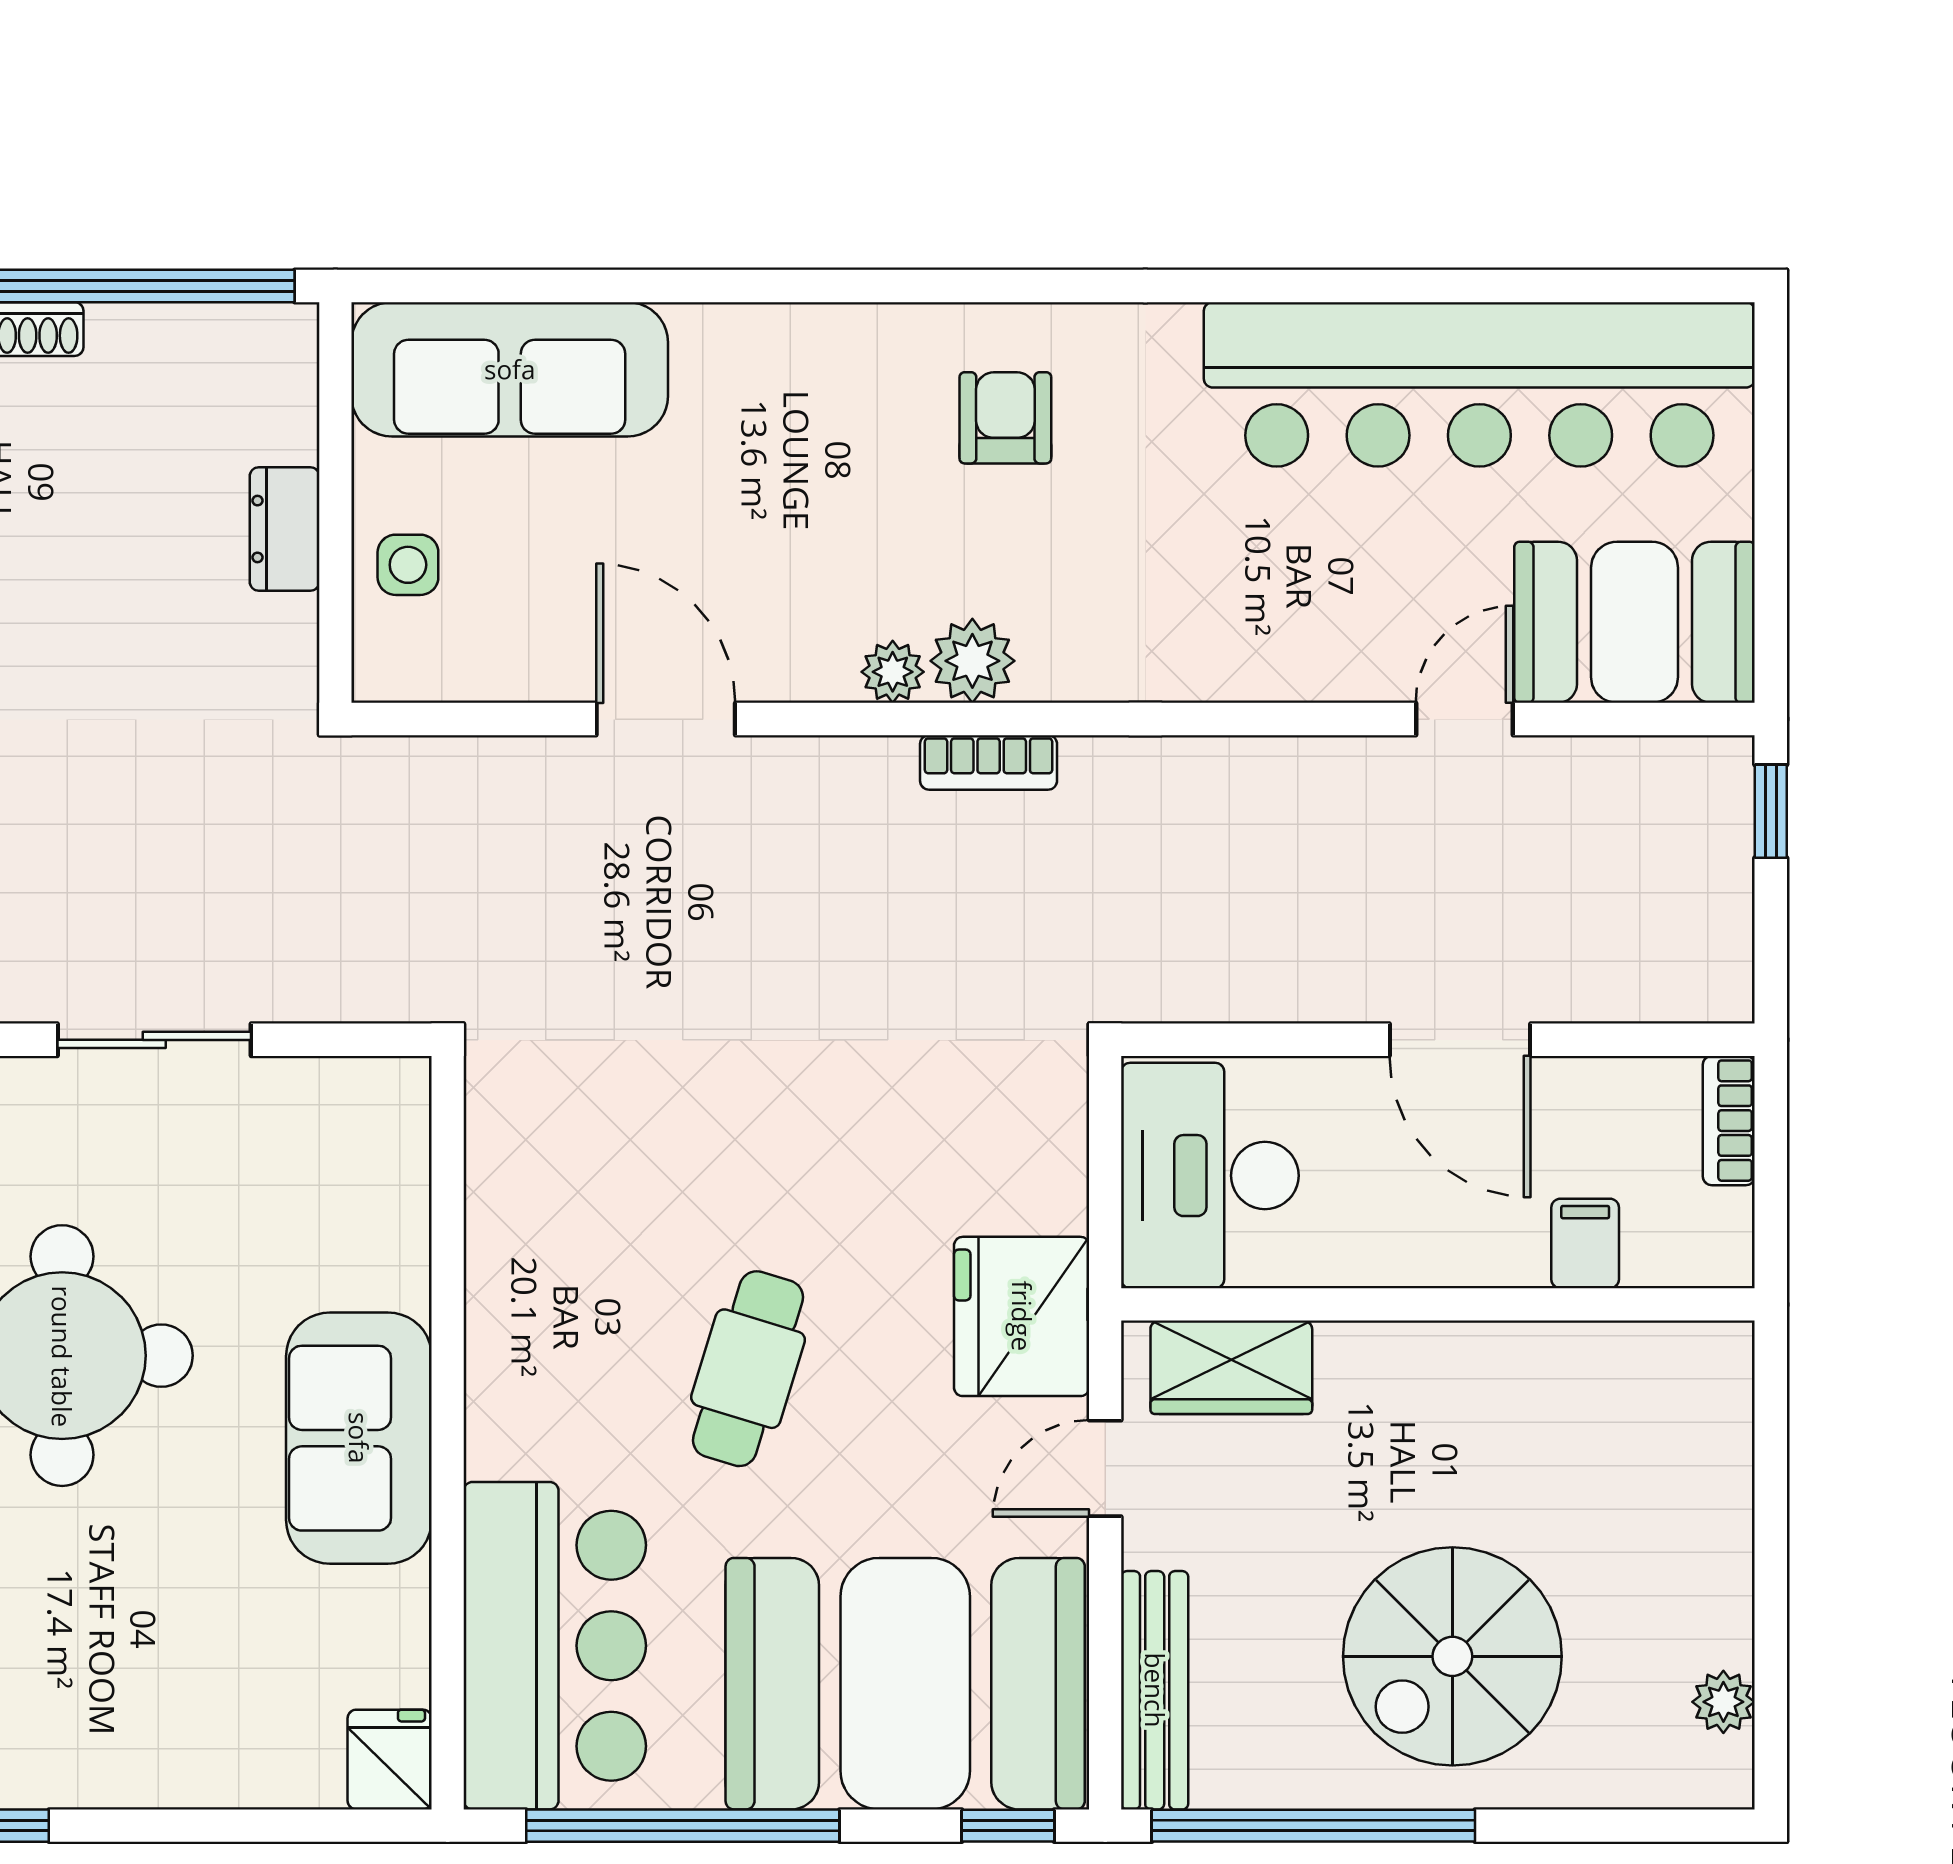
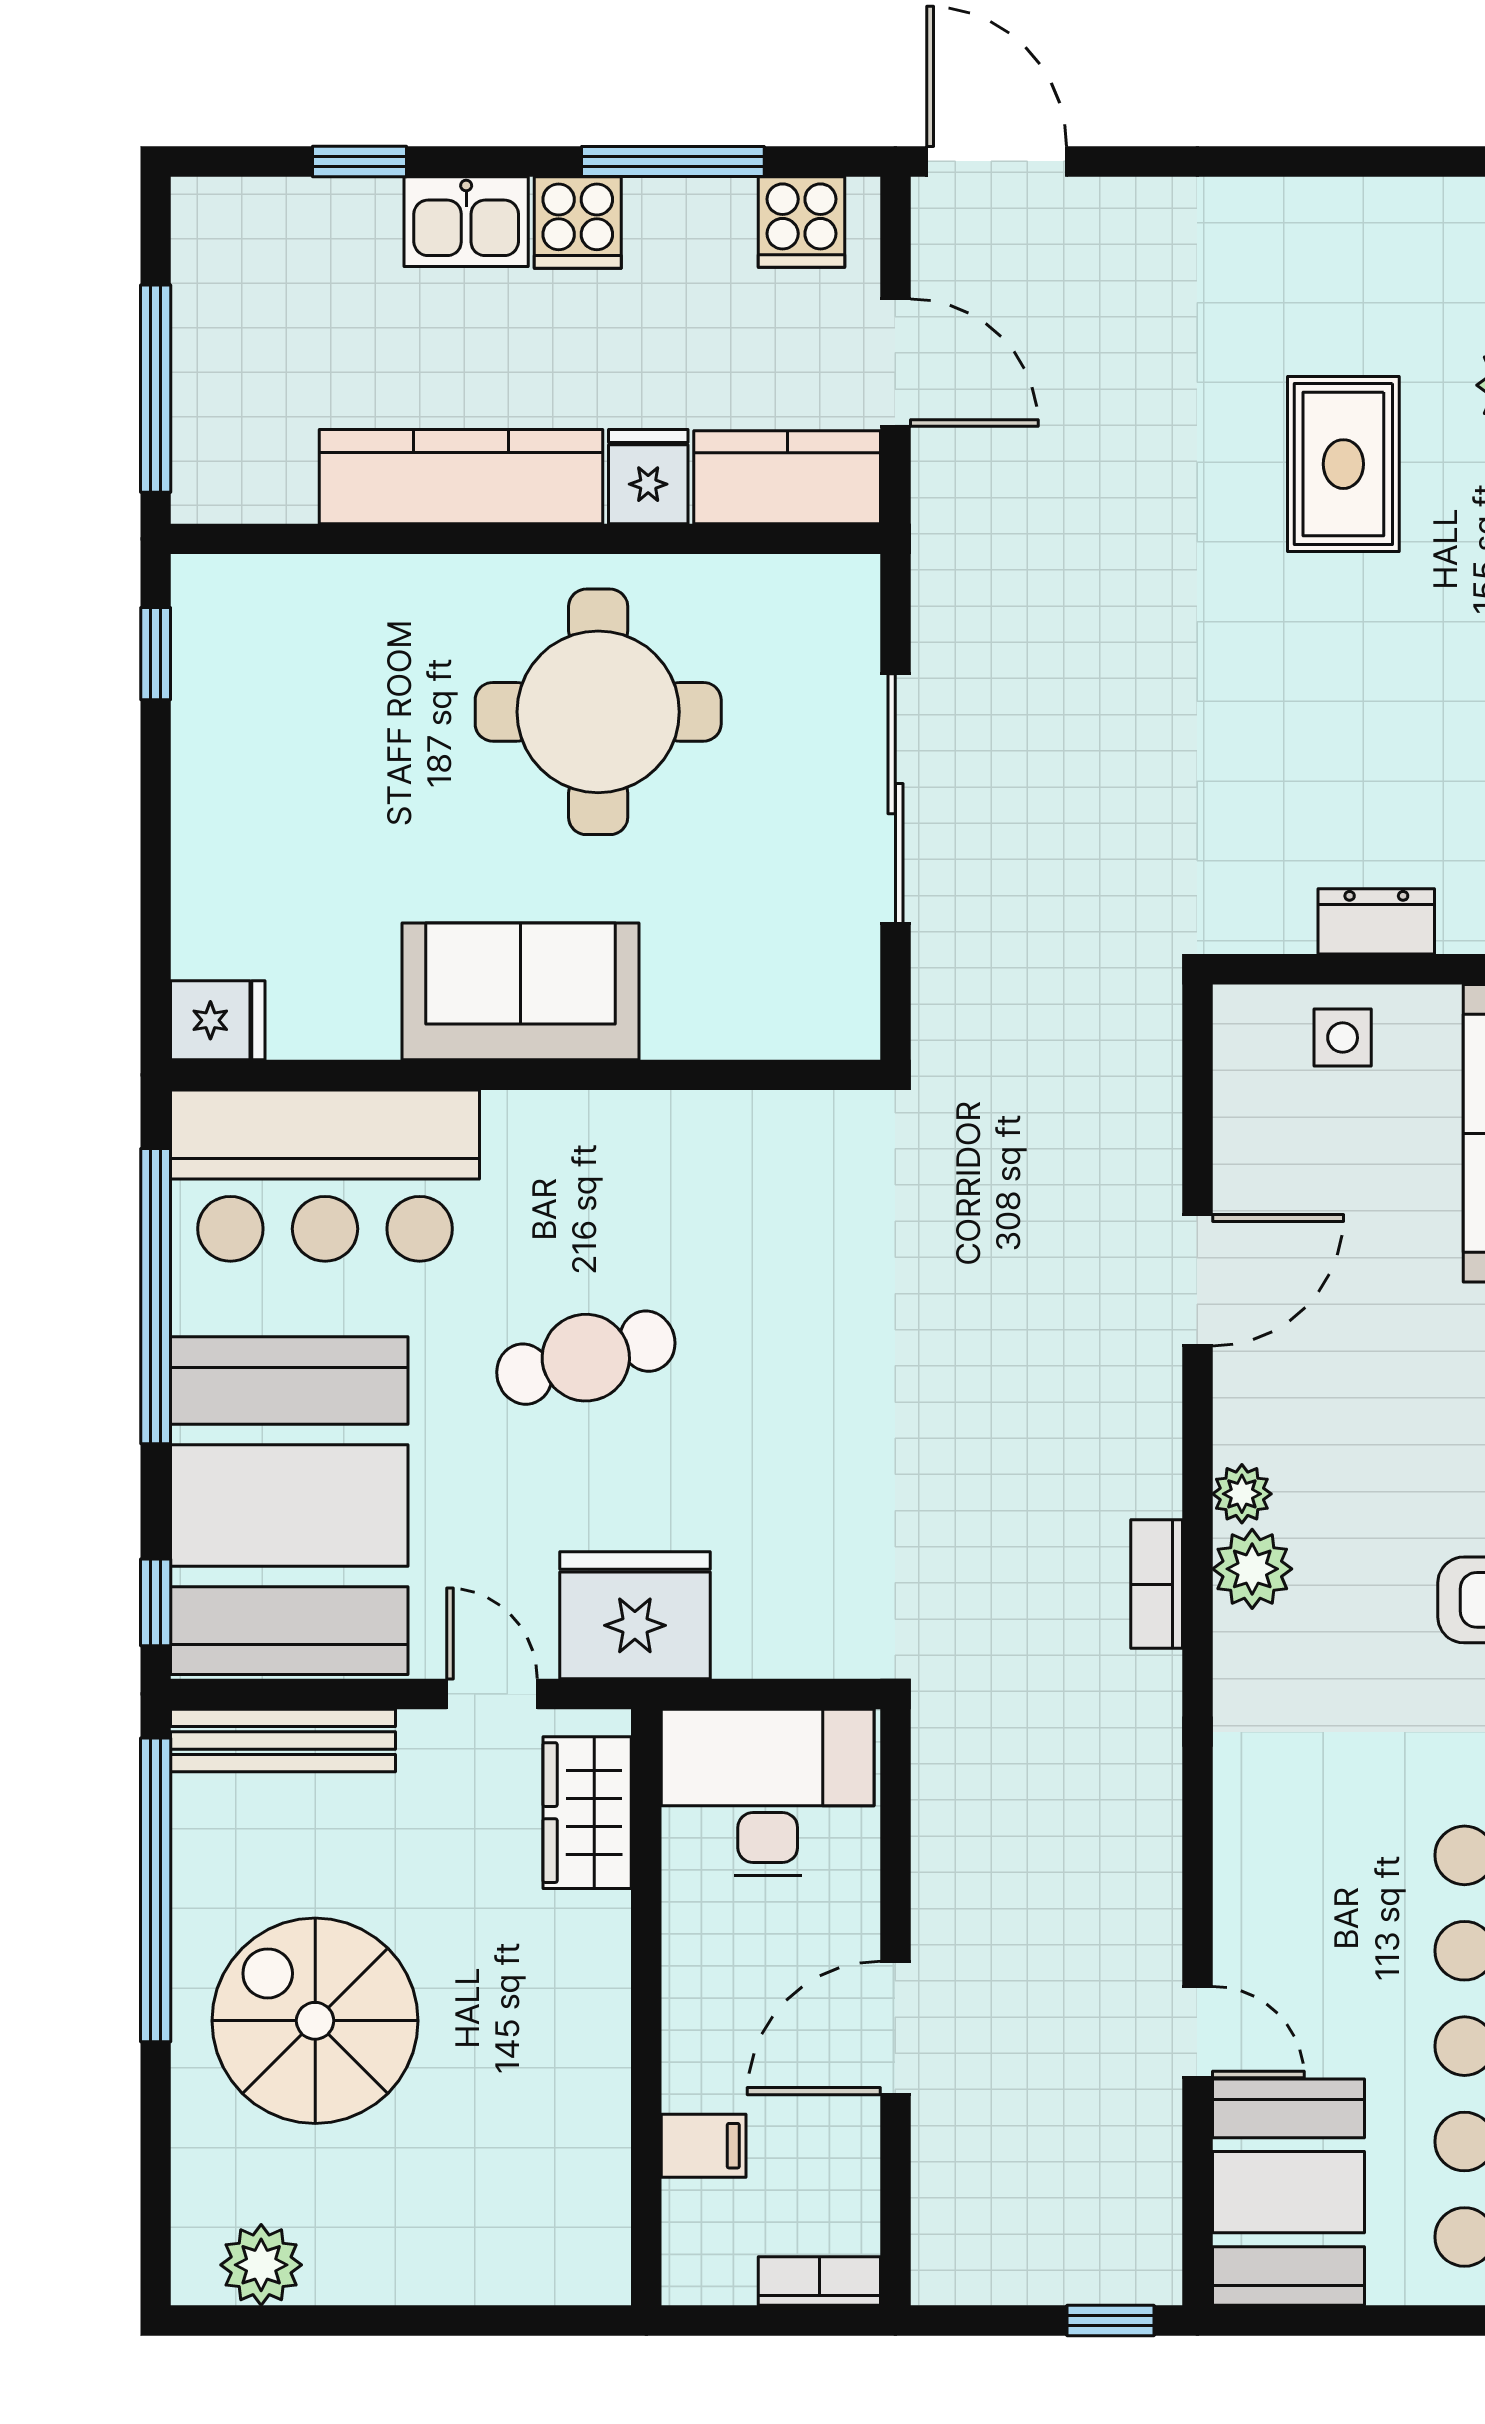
sliding door: (154, 1040) -> (895, 799), width x1.37
cafe table: (748, 1369) -> (586, 1358), turned -32
plant: (1723, 1702) -> (261, 2265), width x1.38, depth x1.38

